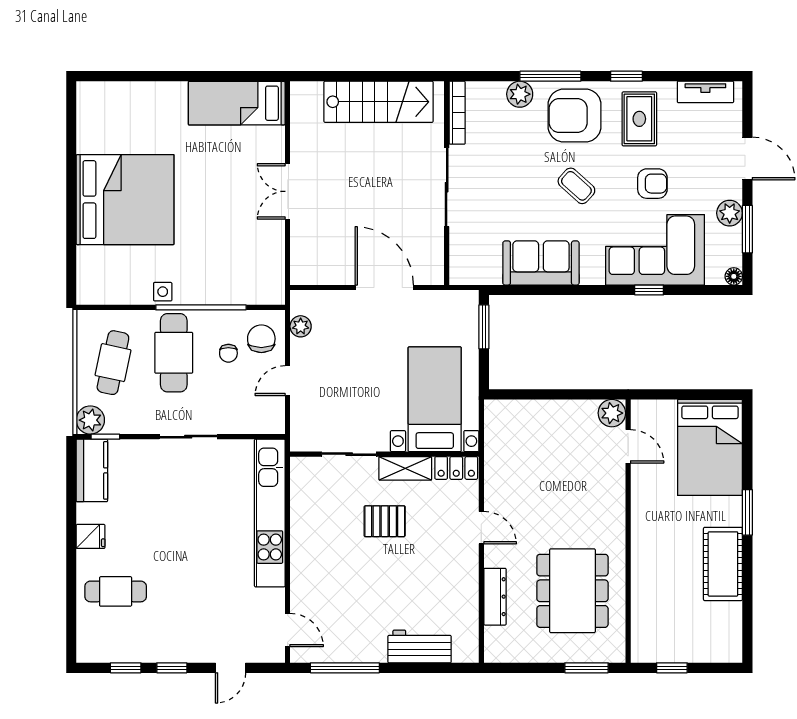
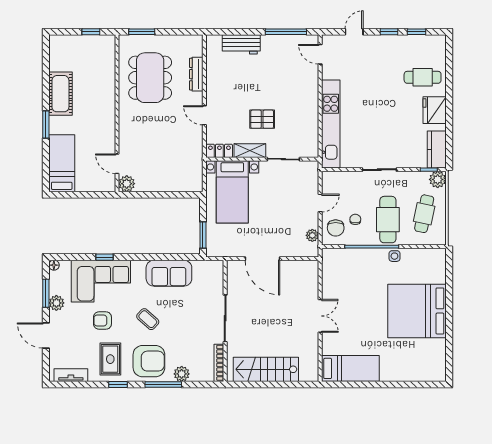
bed: (710, 447) -> (62, 163), width x0.67
fridge: (91, 536) -> (435, 110), width x1.88, depth x1.34

